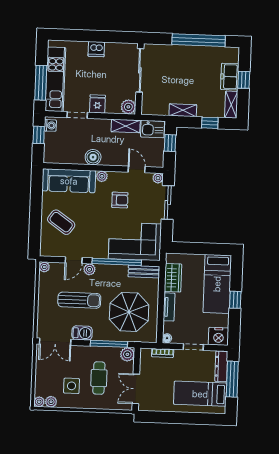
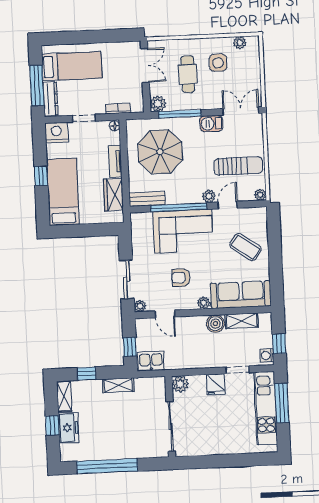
dishwasher: (96, 49) -> (222, 446), removed
shelving: (126, 126) -> (242, 321), moved
corner sofa: (135, 241) -> (183, 231), moved
sun lounger: (79, 300) -> (238, 166), moved, turned 180
plant: (39, 402) -> (253, 42), removed

